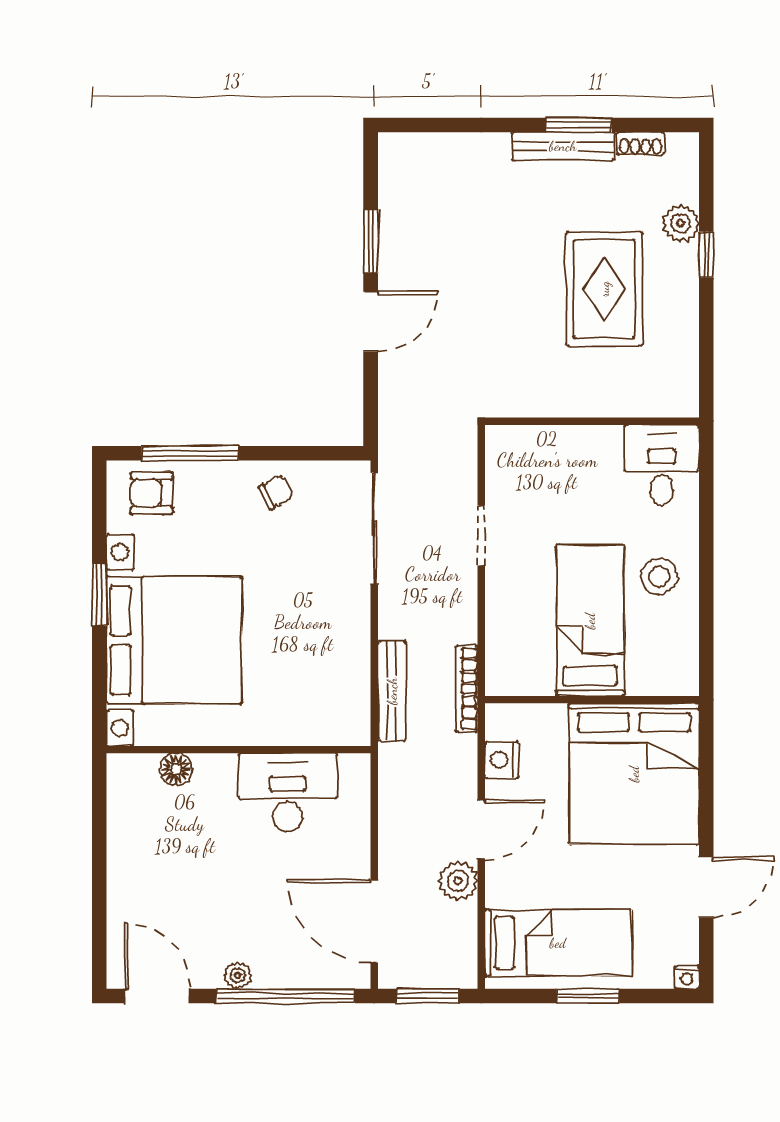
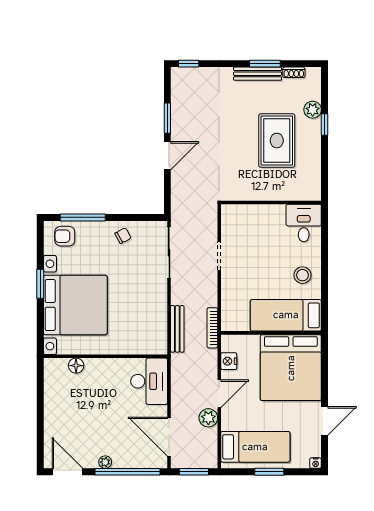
window: (416, 125) -> (189, 64), added
bed: (590, 621) -> (286, 315), moved, turned -90
desk: (288, 792) -> (149, 381), moved, turned 90

